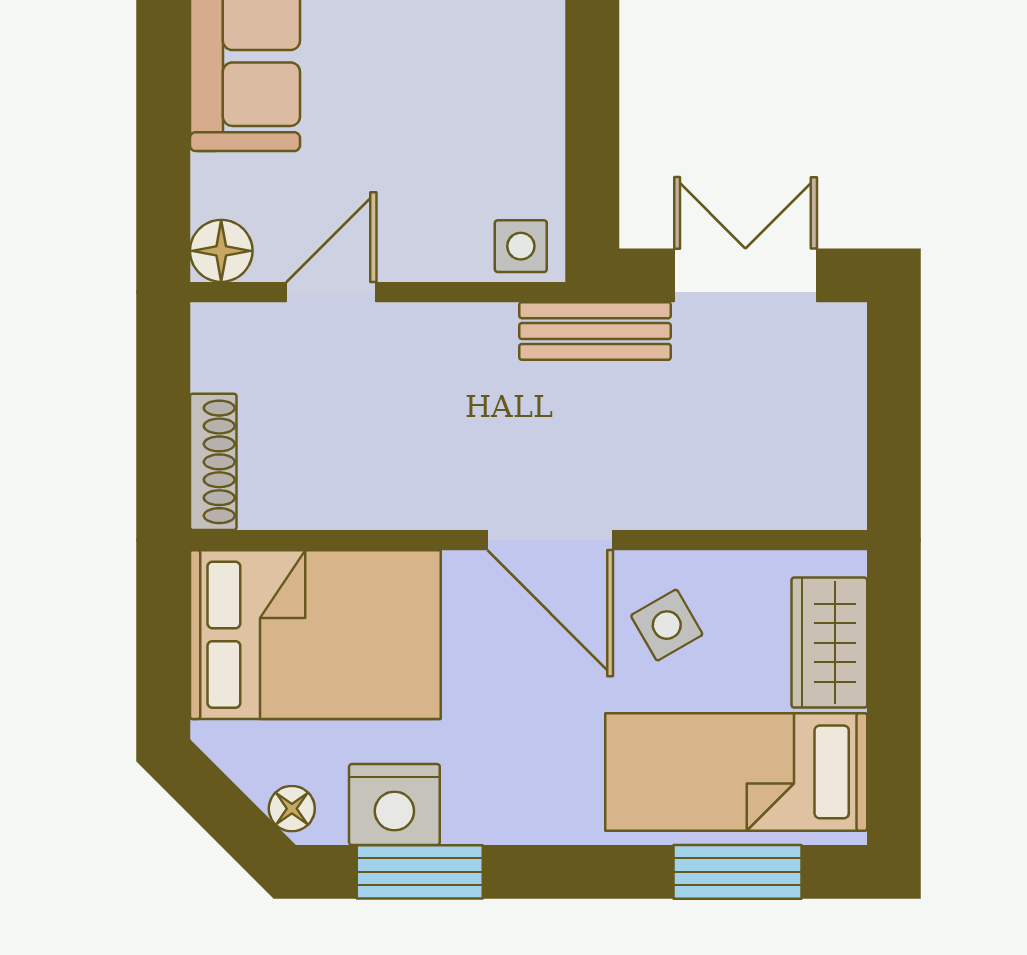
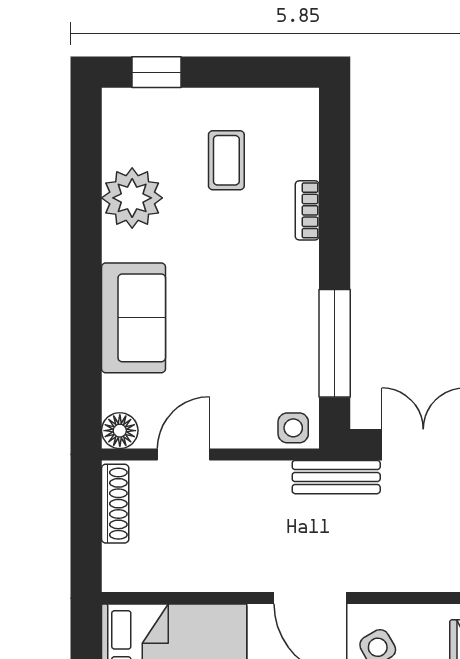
window: (592, 100) -> (335, 343), added
shoe rack: (213, 462) -> (115, 504), moved

